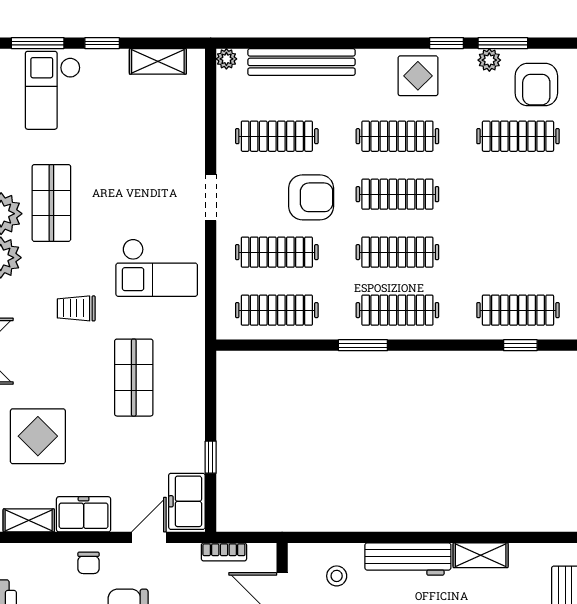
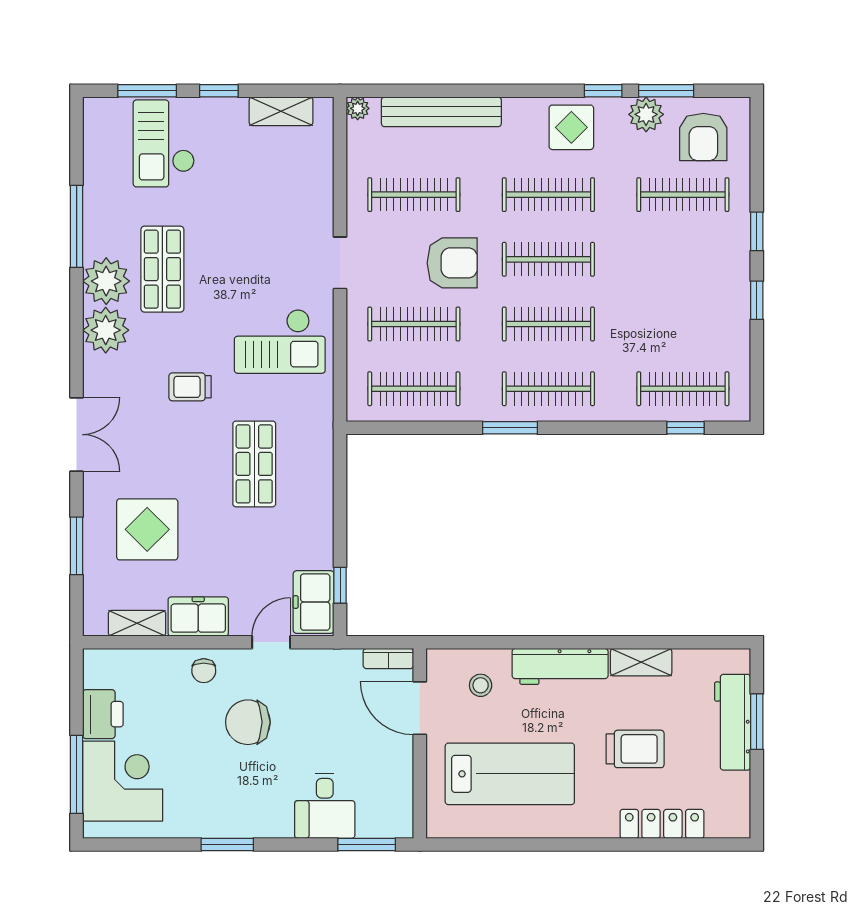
plant: (489, 60) -> (646, 114), width x1.38, depth x1.38
window: (211, 457) -> (340, 585), moved
bookcase: (224, 552) -> (388, 658), moved

